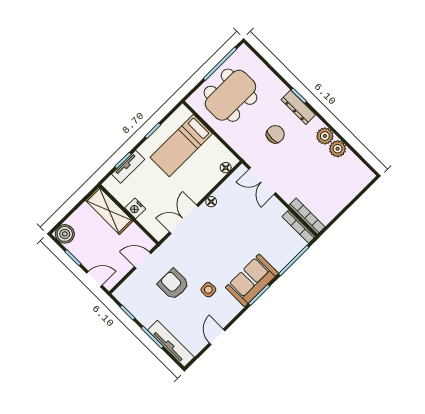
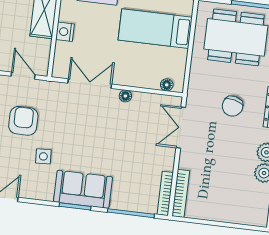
chair: (275, 134) -> (233, 106), turned 103

